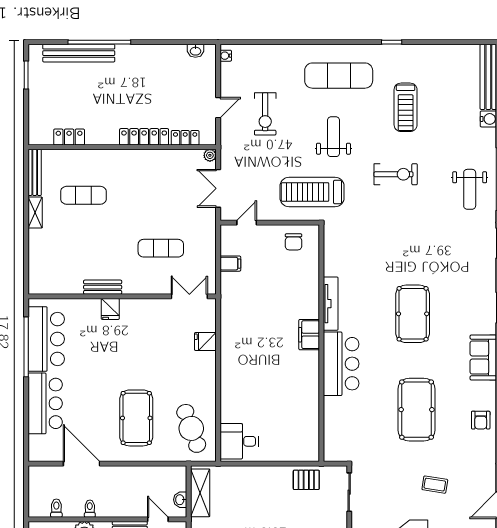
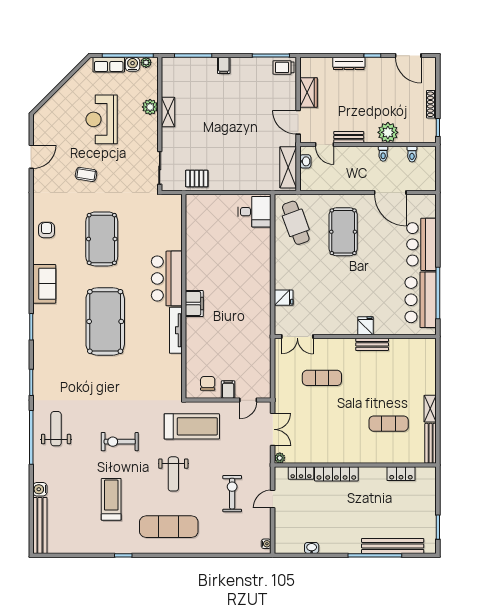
washbasin: (195, 51) -> (312, 548), moved
filing cabinet: (230, 264) -> (228, 390), moved, turned 90
pool table: (413, 314) -> (105, 321), width x1.36, depth x1.32

